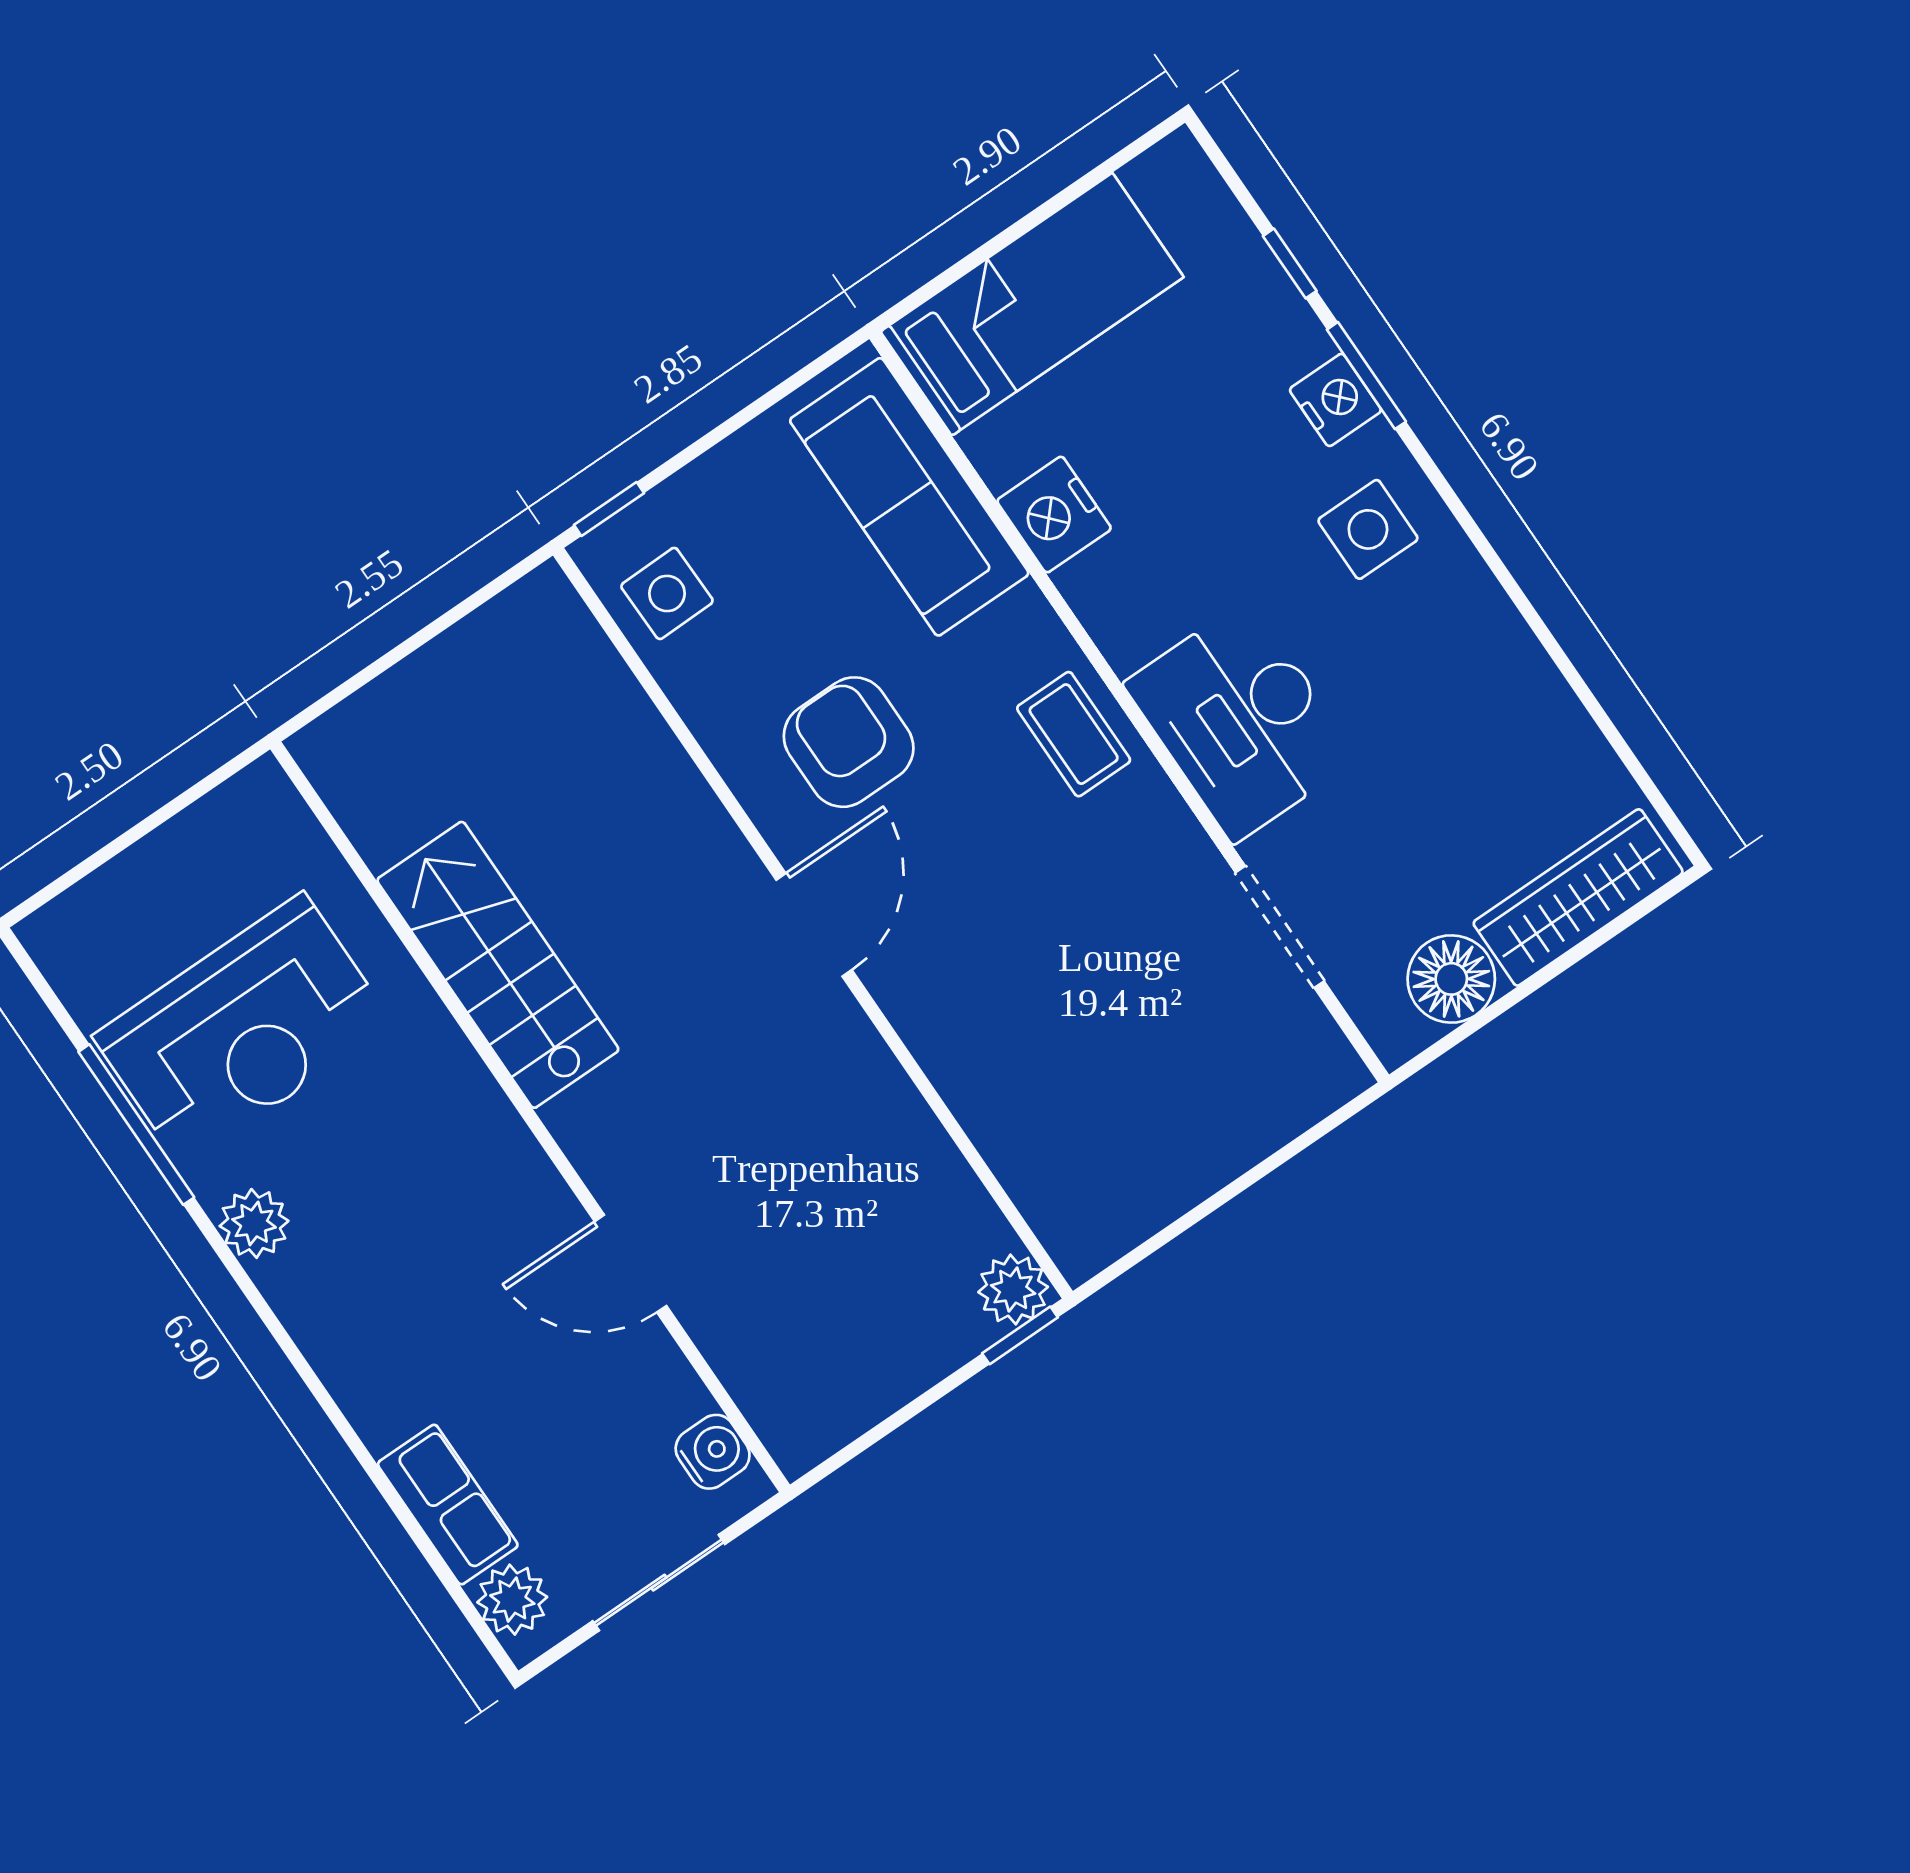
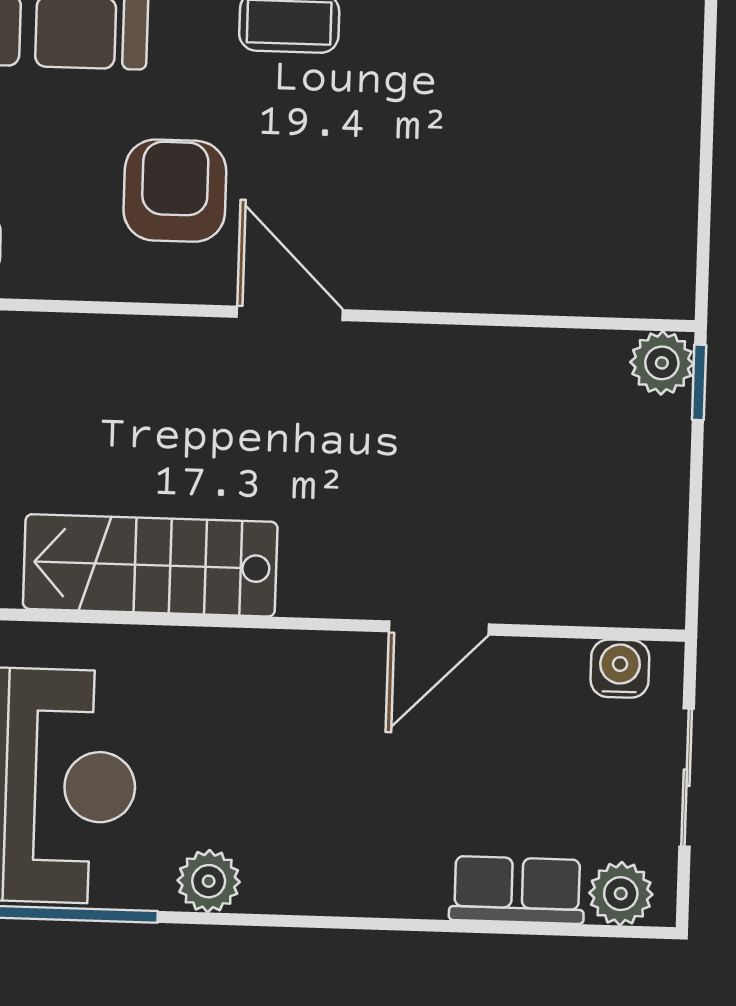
armchair: (849, 742) -> (175, 191), turned 90

